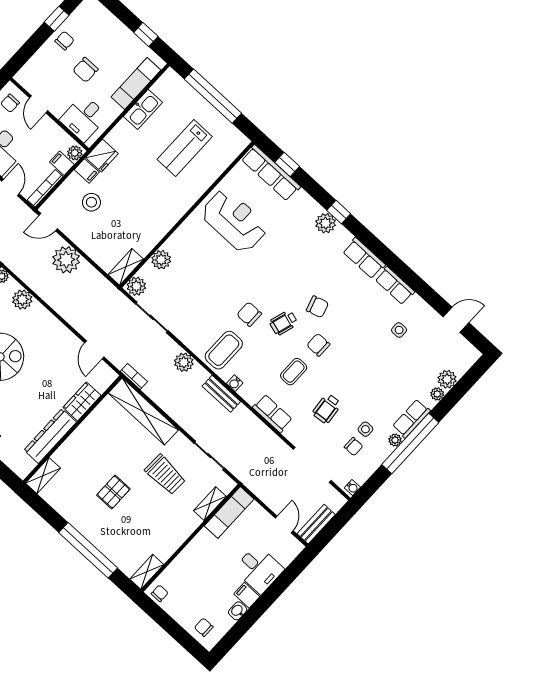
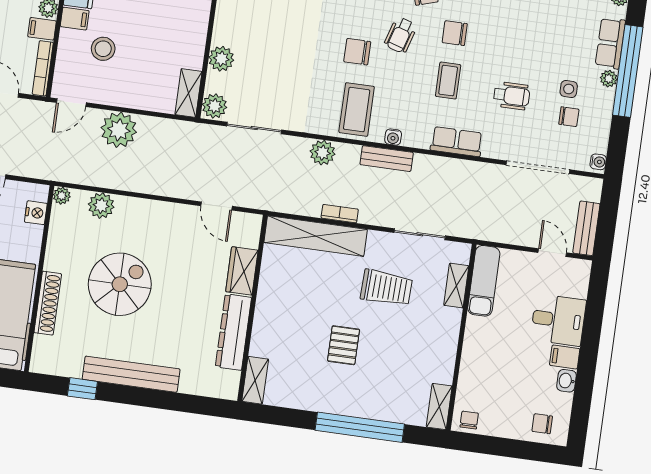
bookcase: (134, 376) -> (340, 214), moved
wheelchair: (327, 409) -> (512, 96), turned -84

